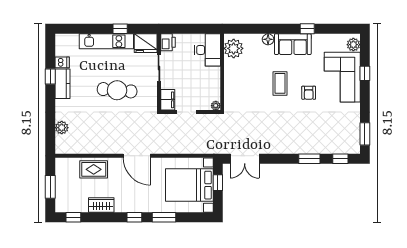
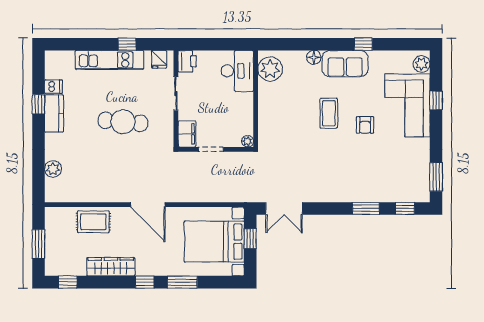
fridge: (146, 43) -> (159, 59), width x0.53, depth x0.75
wardrobe: (101, 205) -> (111, 267), width x1.50

